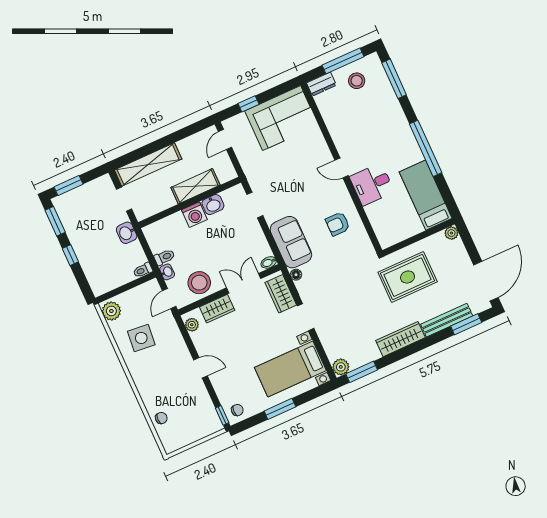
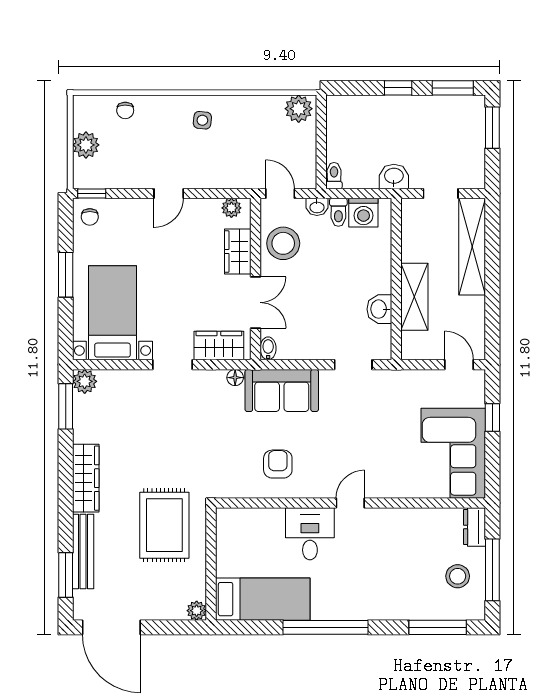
washing machine: (194, 215) -> (363, 213), moved, turned -90
side table: (141, 338) -> (202, 120), moved, width x0.54, depth x0.54
plant: (194, 433) -> (86, 145), added

